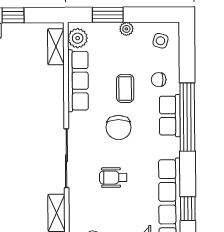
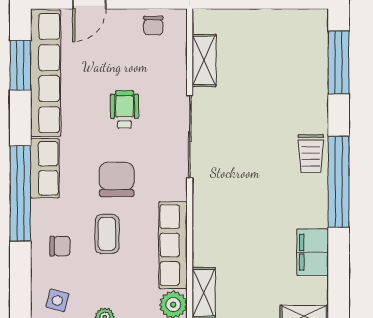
row of seats: (170, 116) -> (45, 168), moved
wheelchair: (113, 178) -> (124, 109), turned -90
window: (188, 209) -> (20, 65), width x1.50

